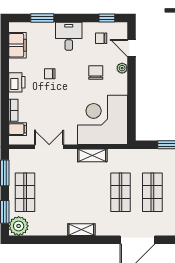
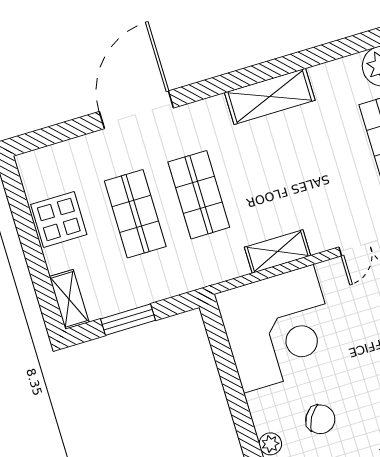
chair: (96, 73) -> (320, 419), turned -60
shelving: (81, 230) -> (270, 96), width x1.50, depth x1.33

